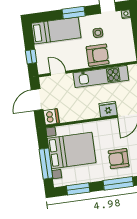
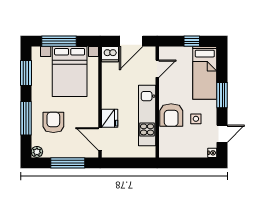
window: (31, 57) -> (192, 41), moved
door: (37, 100) -> (131, 41), swing flipped

